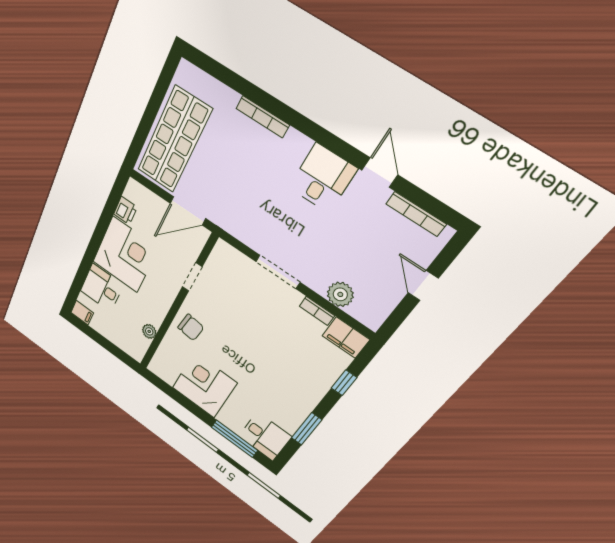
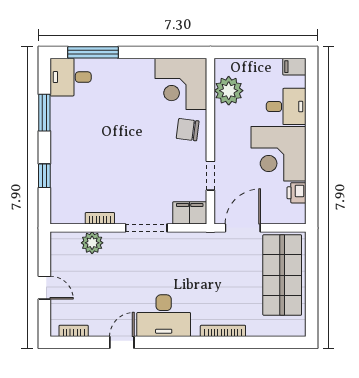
door: (380, 172) -> (122, 342), swing flipped
desk: (323, 178) -> (164, 316), width x1.37
bookcase: (416, 214) -> (74, 331), width x0.64
plant: (149, 331) -> (229, 91), width x1.88, depth x1.88
filing cabinet: (346, 338) -> (190, 213), moved
corner desk: (204, 385) -> (181, 84), moved, turned 90

